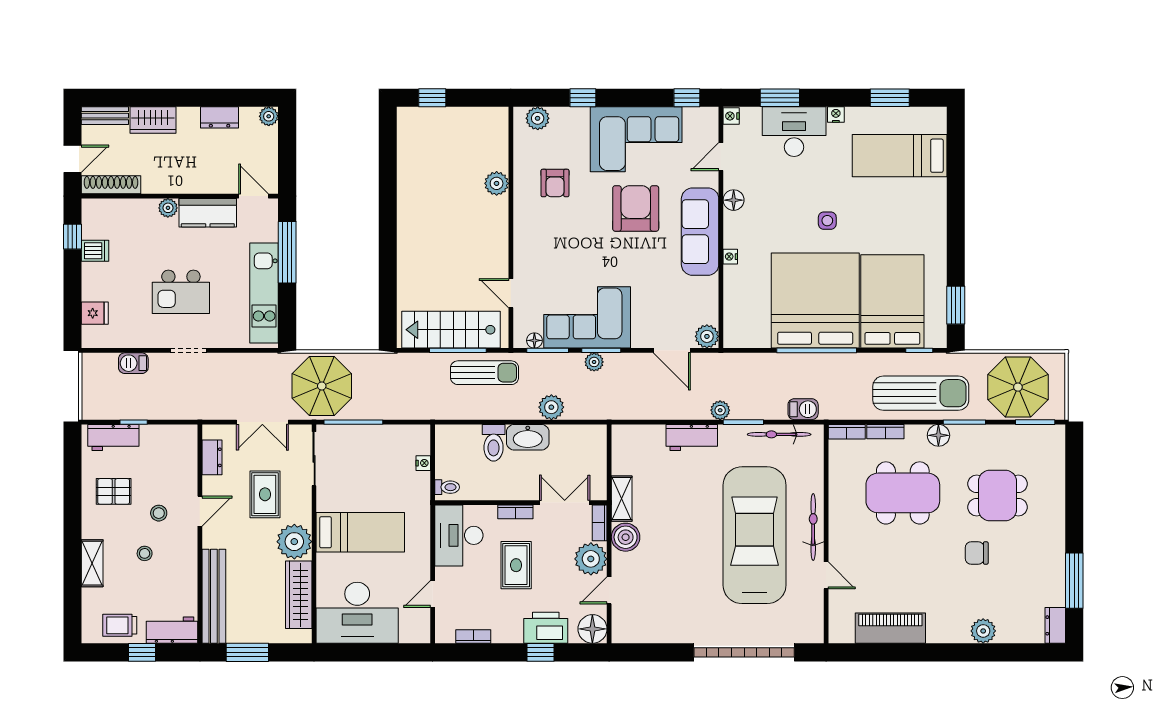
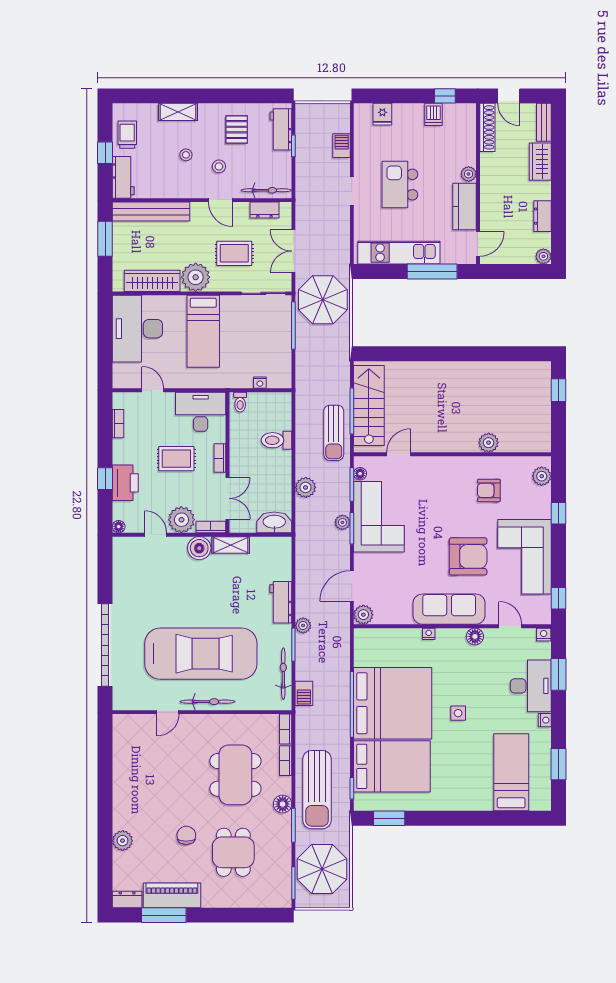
washbasin: (528, 437) -> (274, 522), moved, turned 90
bicycle: (188, 455) -> (266, 190), added
piano: (890, 628) -> (172, 895), moved, turned -90
floor lamp: (592, 629) -> (119, 527), width x0.53, depth x0.53

